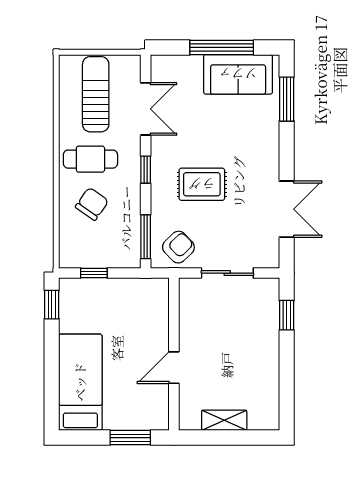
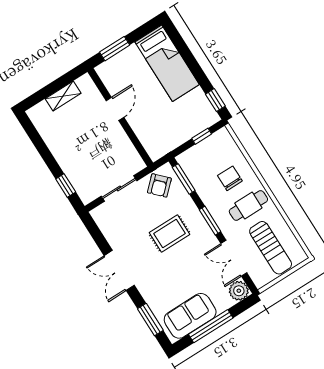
plant: (164, 68) -> (239, 291), added
window: (146, 170) -> (210, 221), width x1.50
chair: (92, 204) -> (230, 178), turned 145
double door: (287, 209) -> (119, 270), moved

